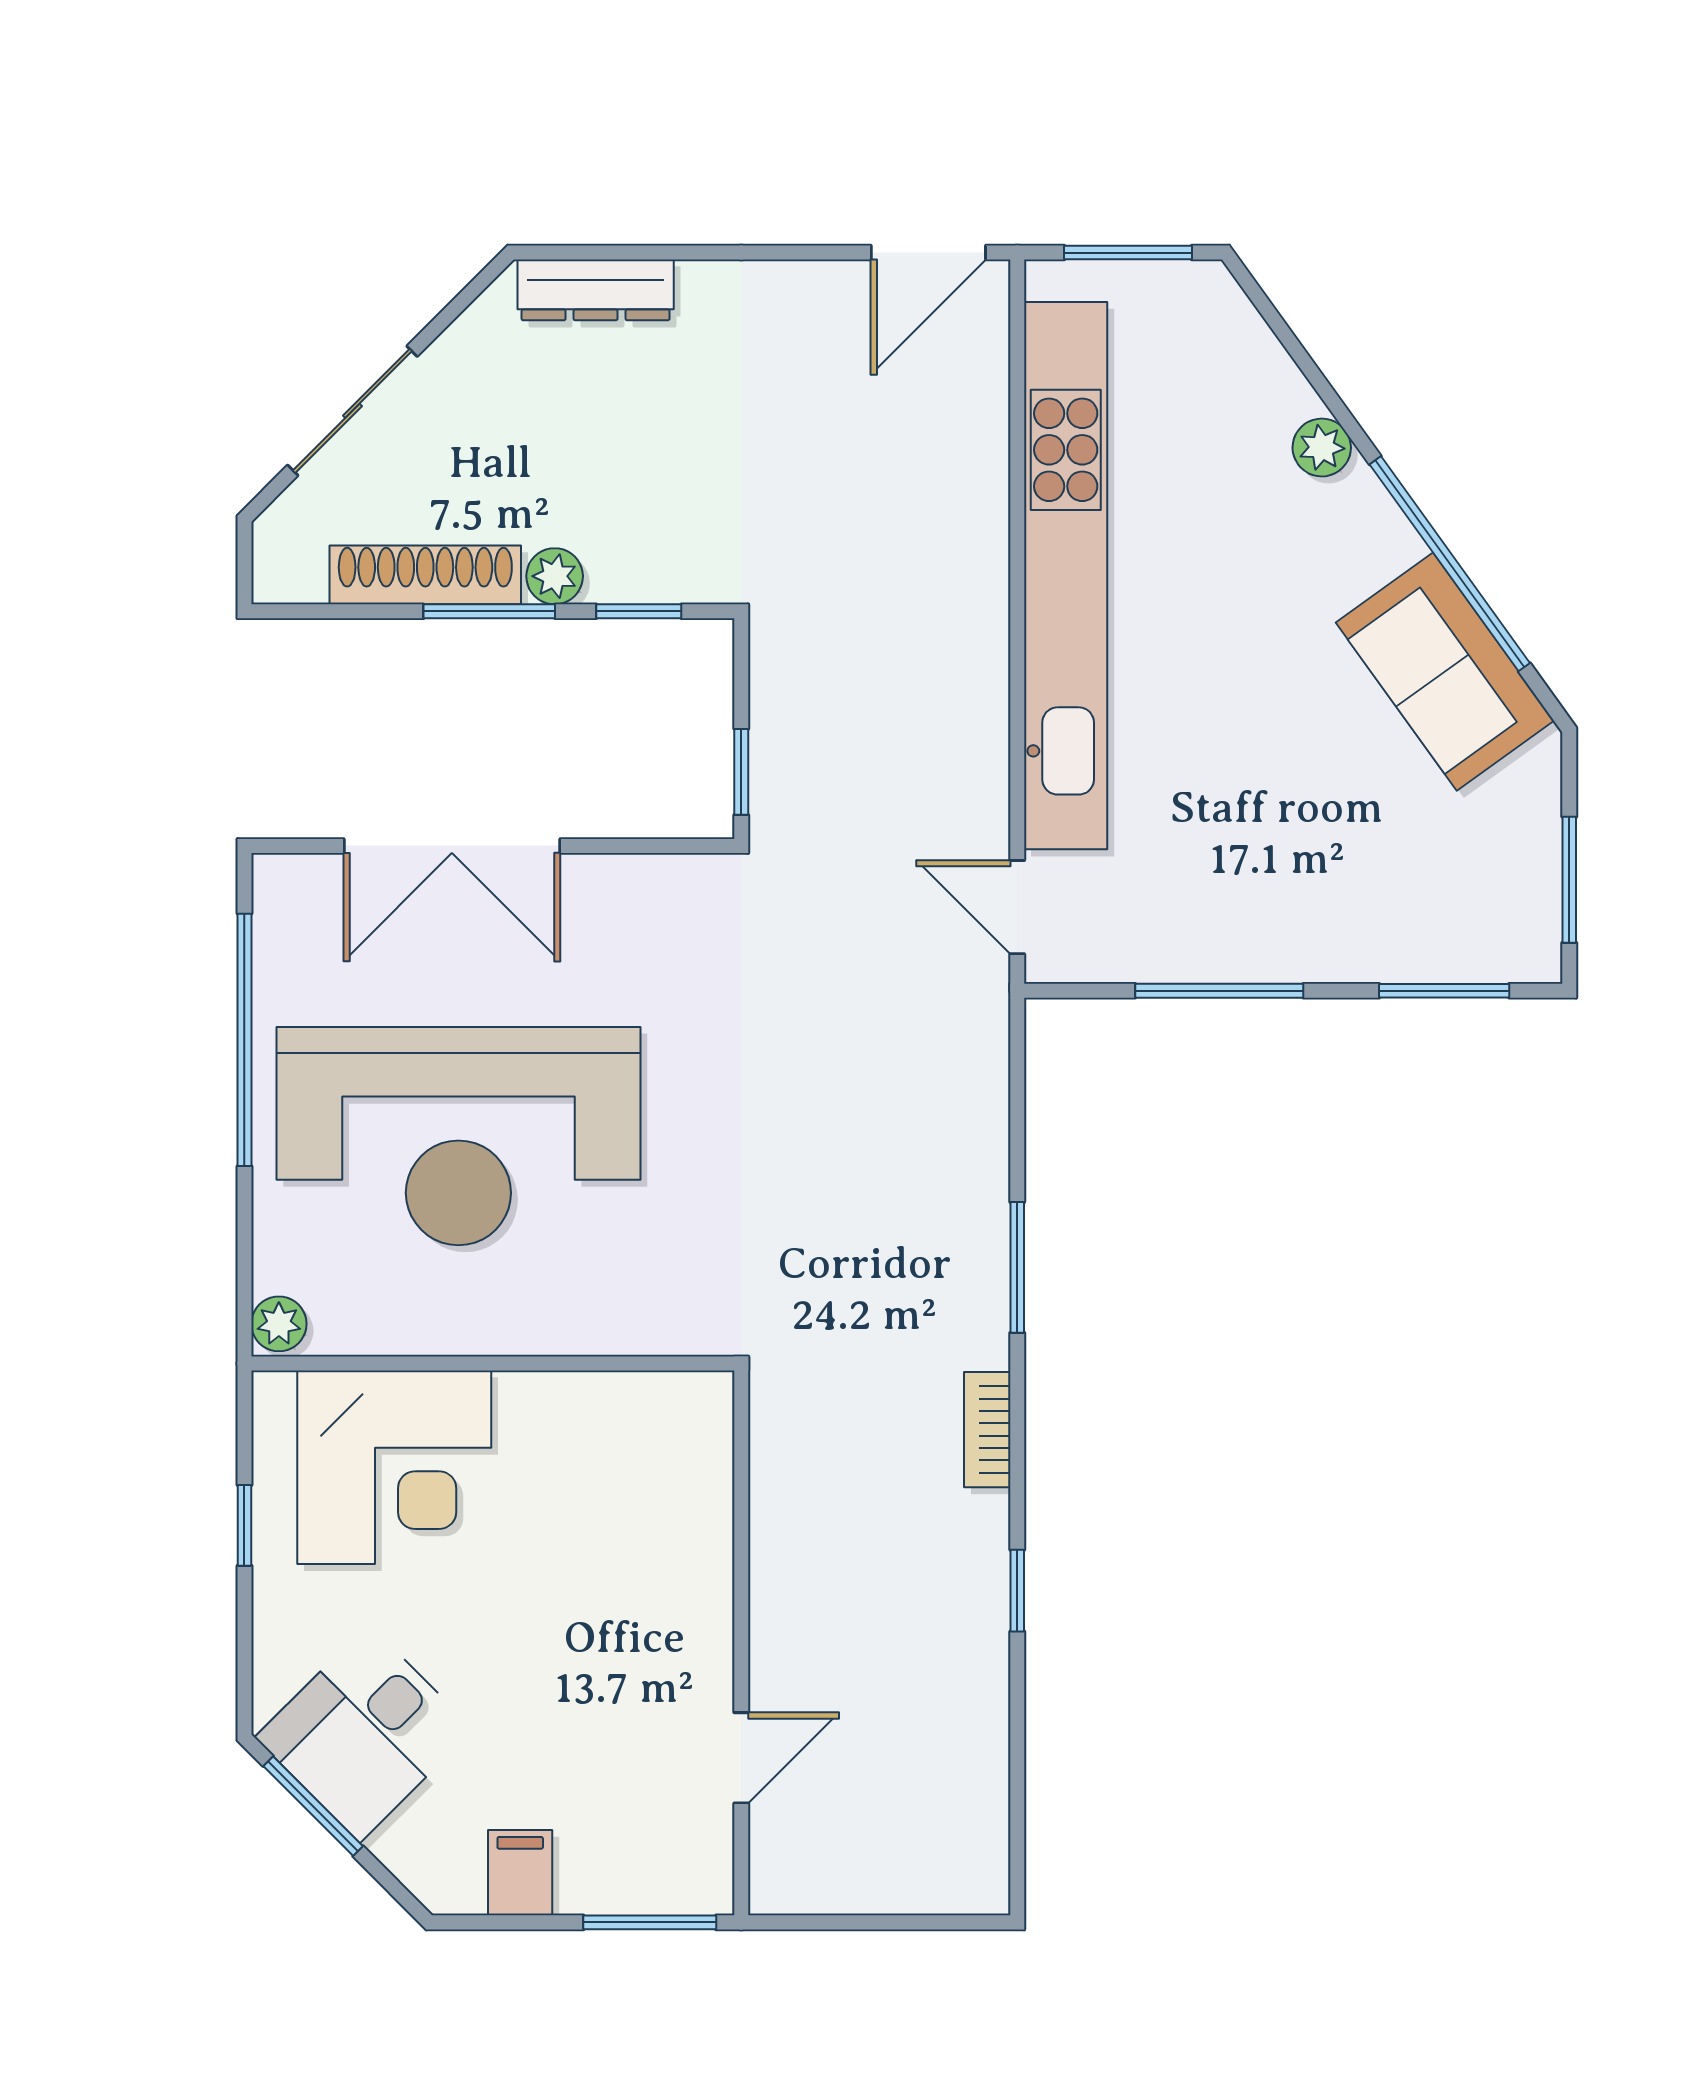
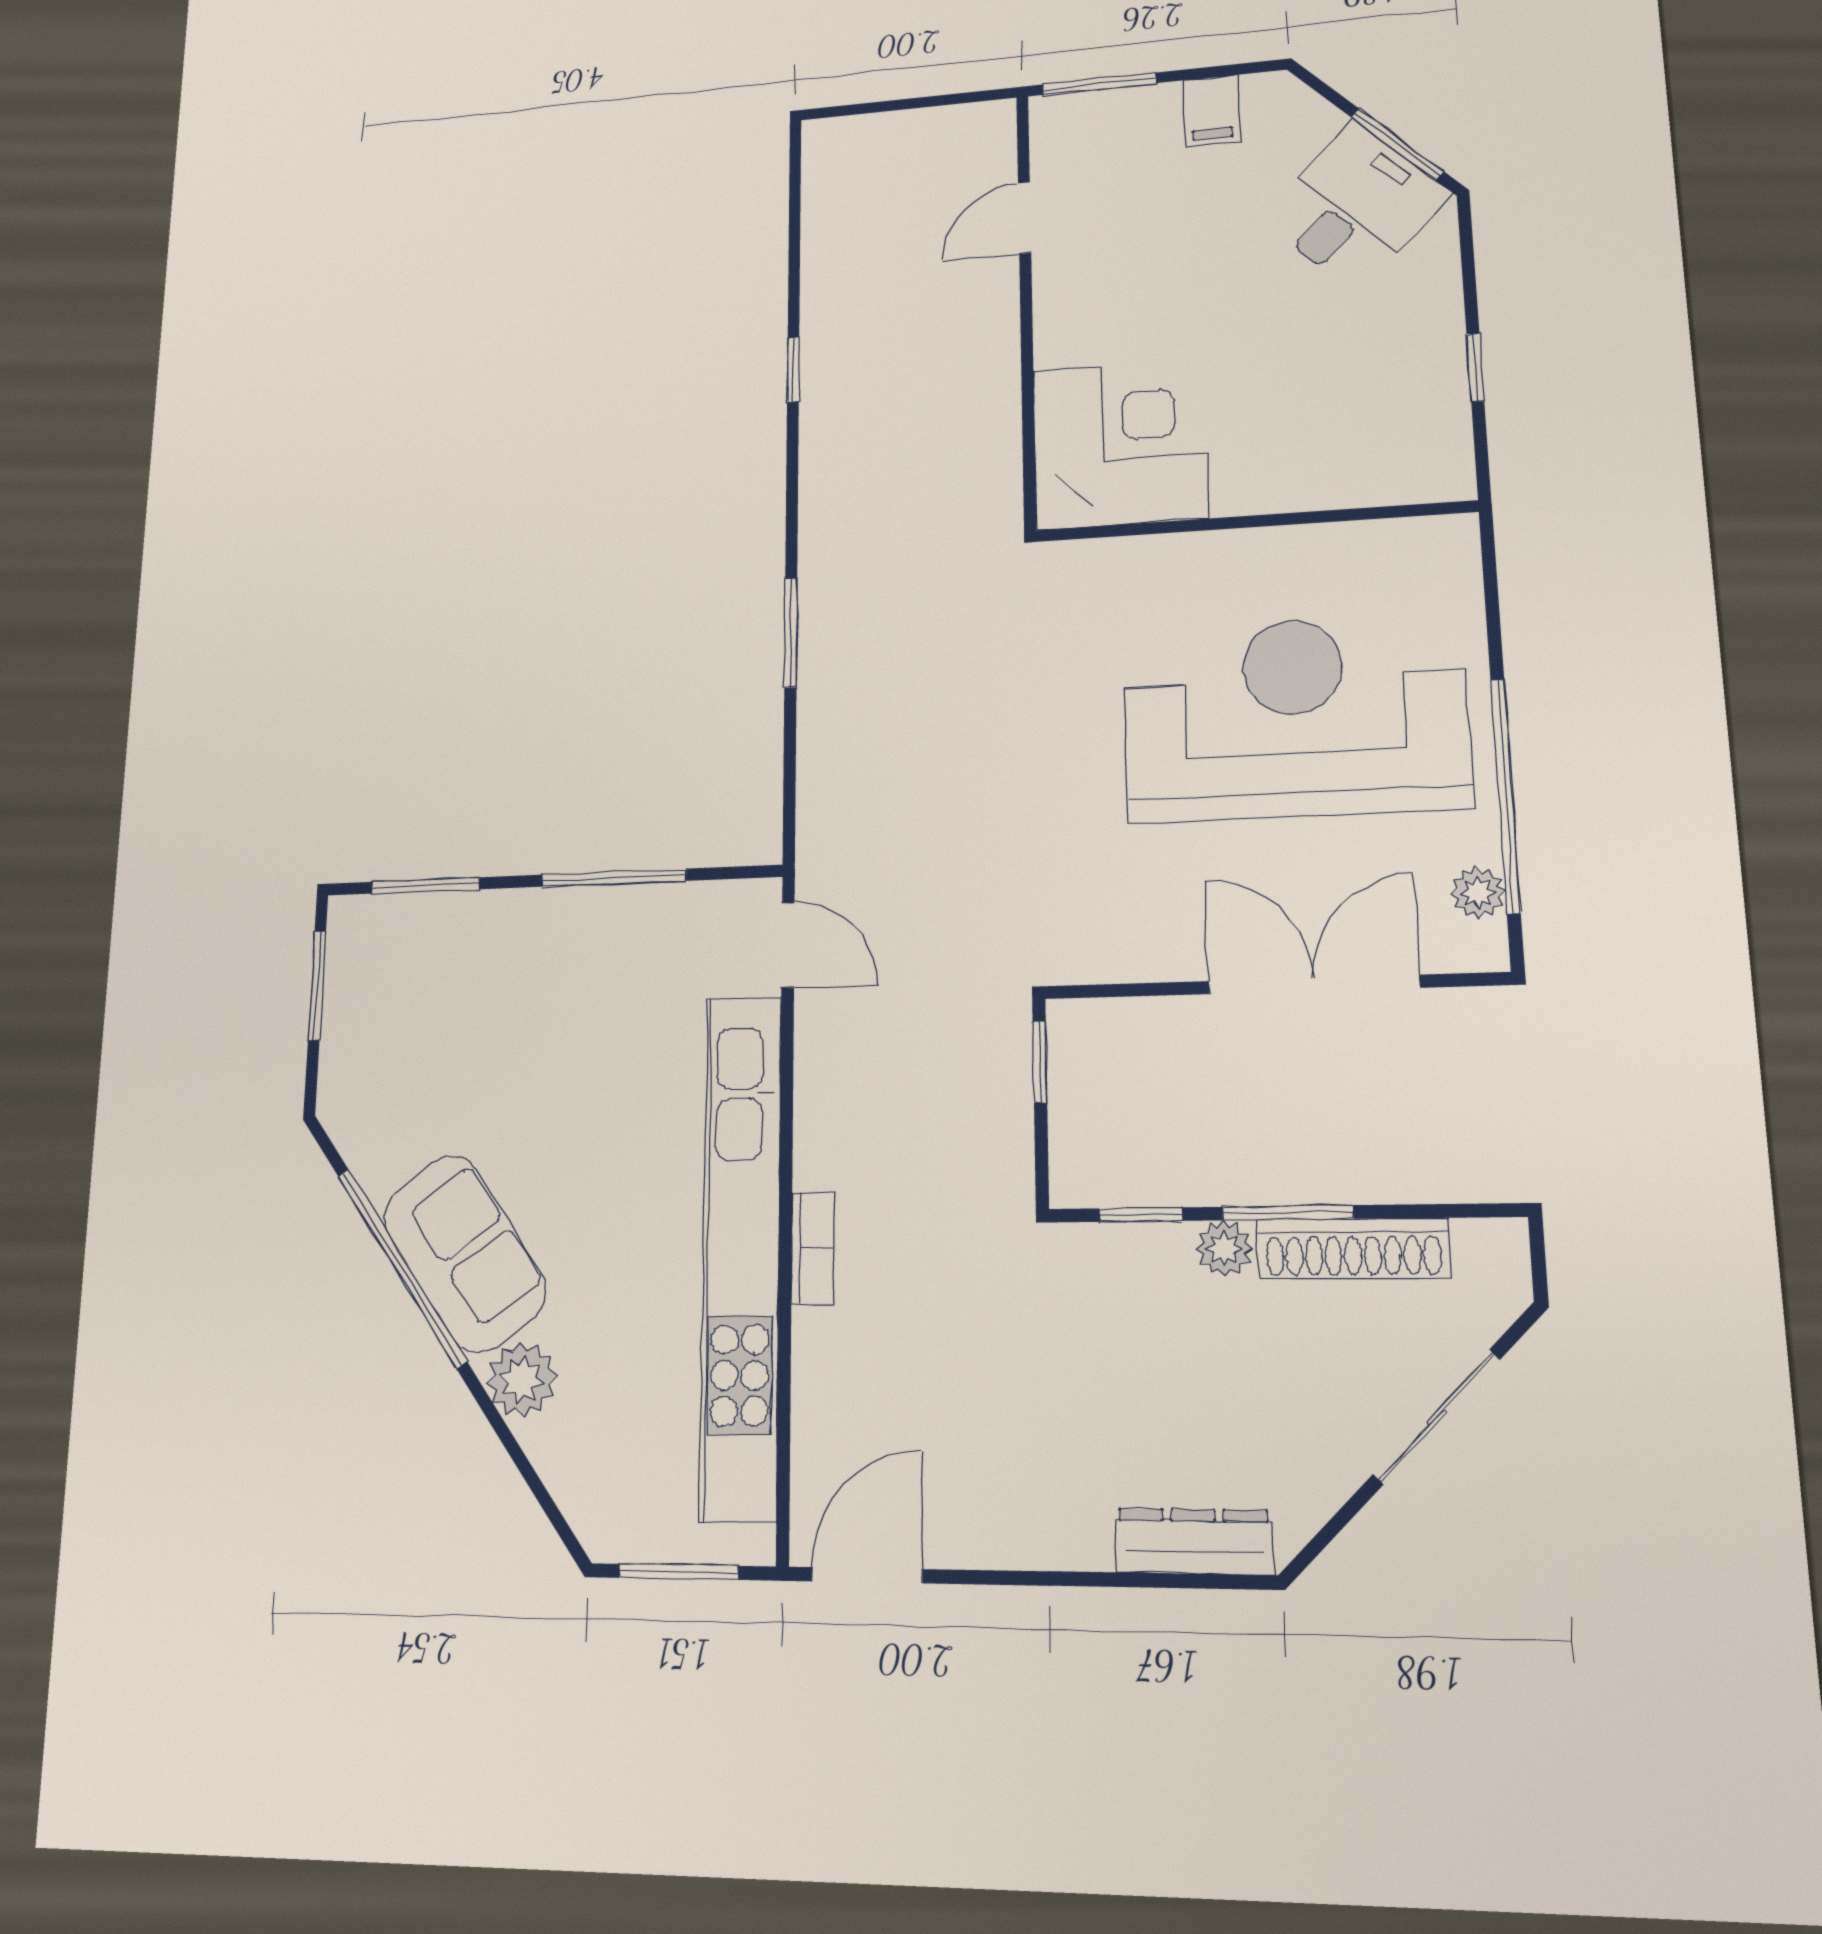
plant: (1322, 448) -> (522, 1380), width x1.38, depth x1.38
sofa: (1445, 672) -> (465, 1254), moved
plant: (279, 1324) -> (1478, 893), moved
bookcase: (987, 1430) -> (813, 1248), moved
corner desk: (394, 1467) -> (1120, 444), moved, turned 90

